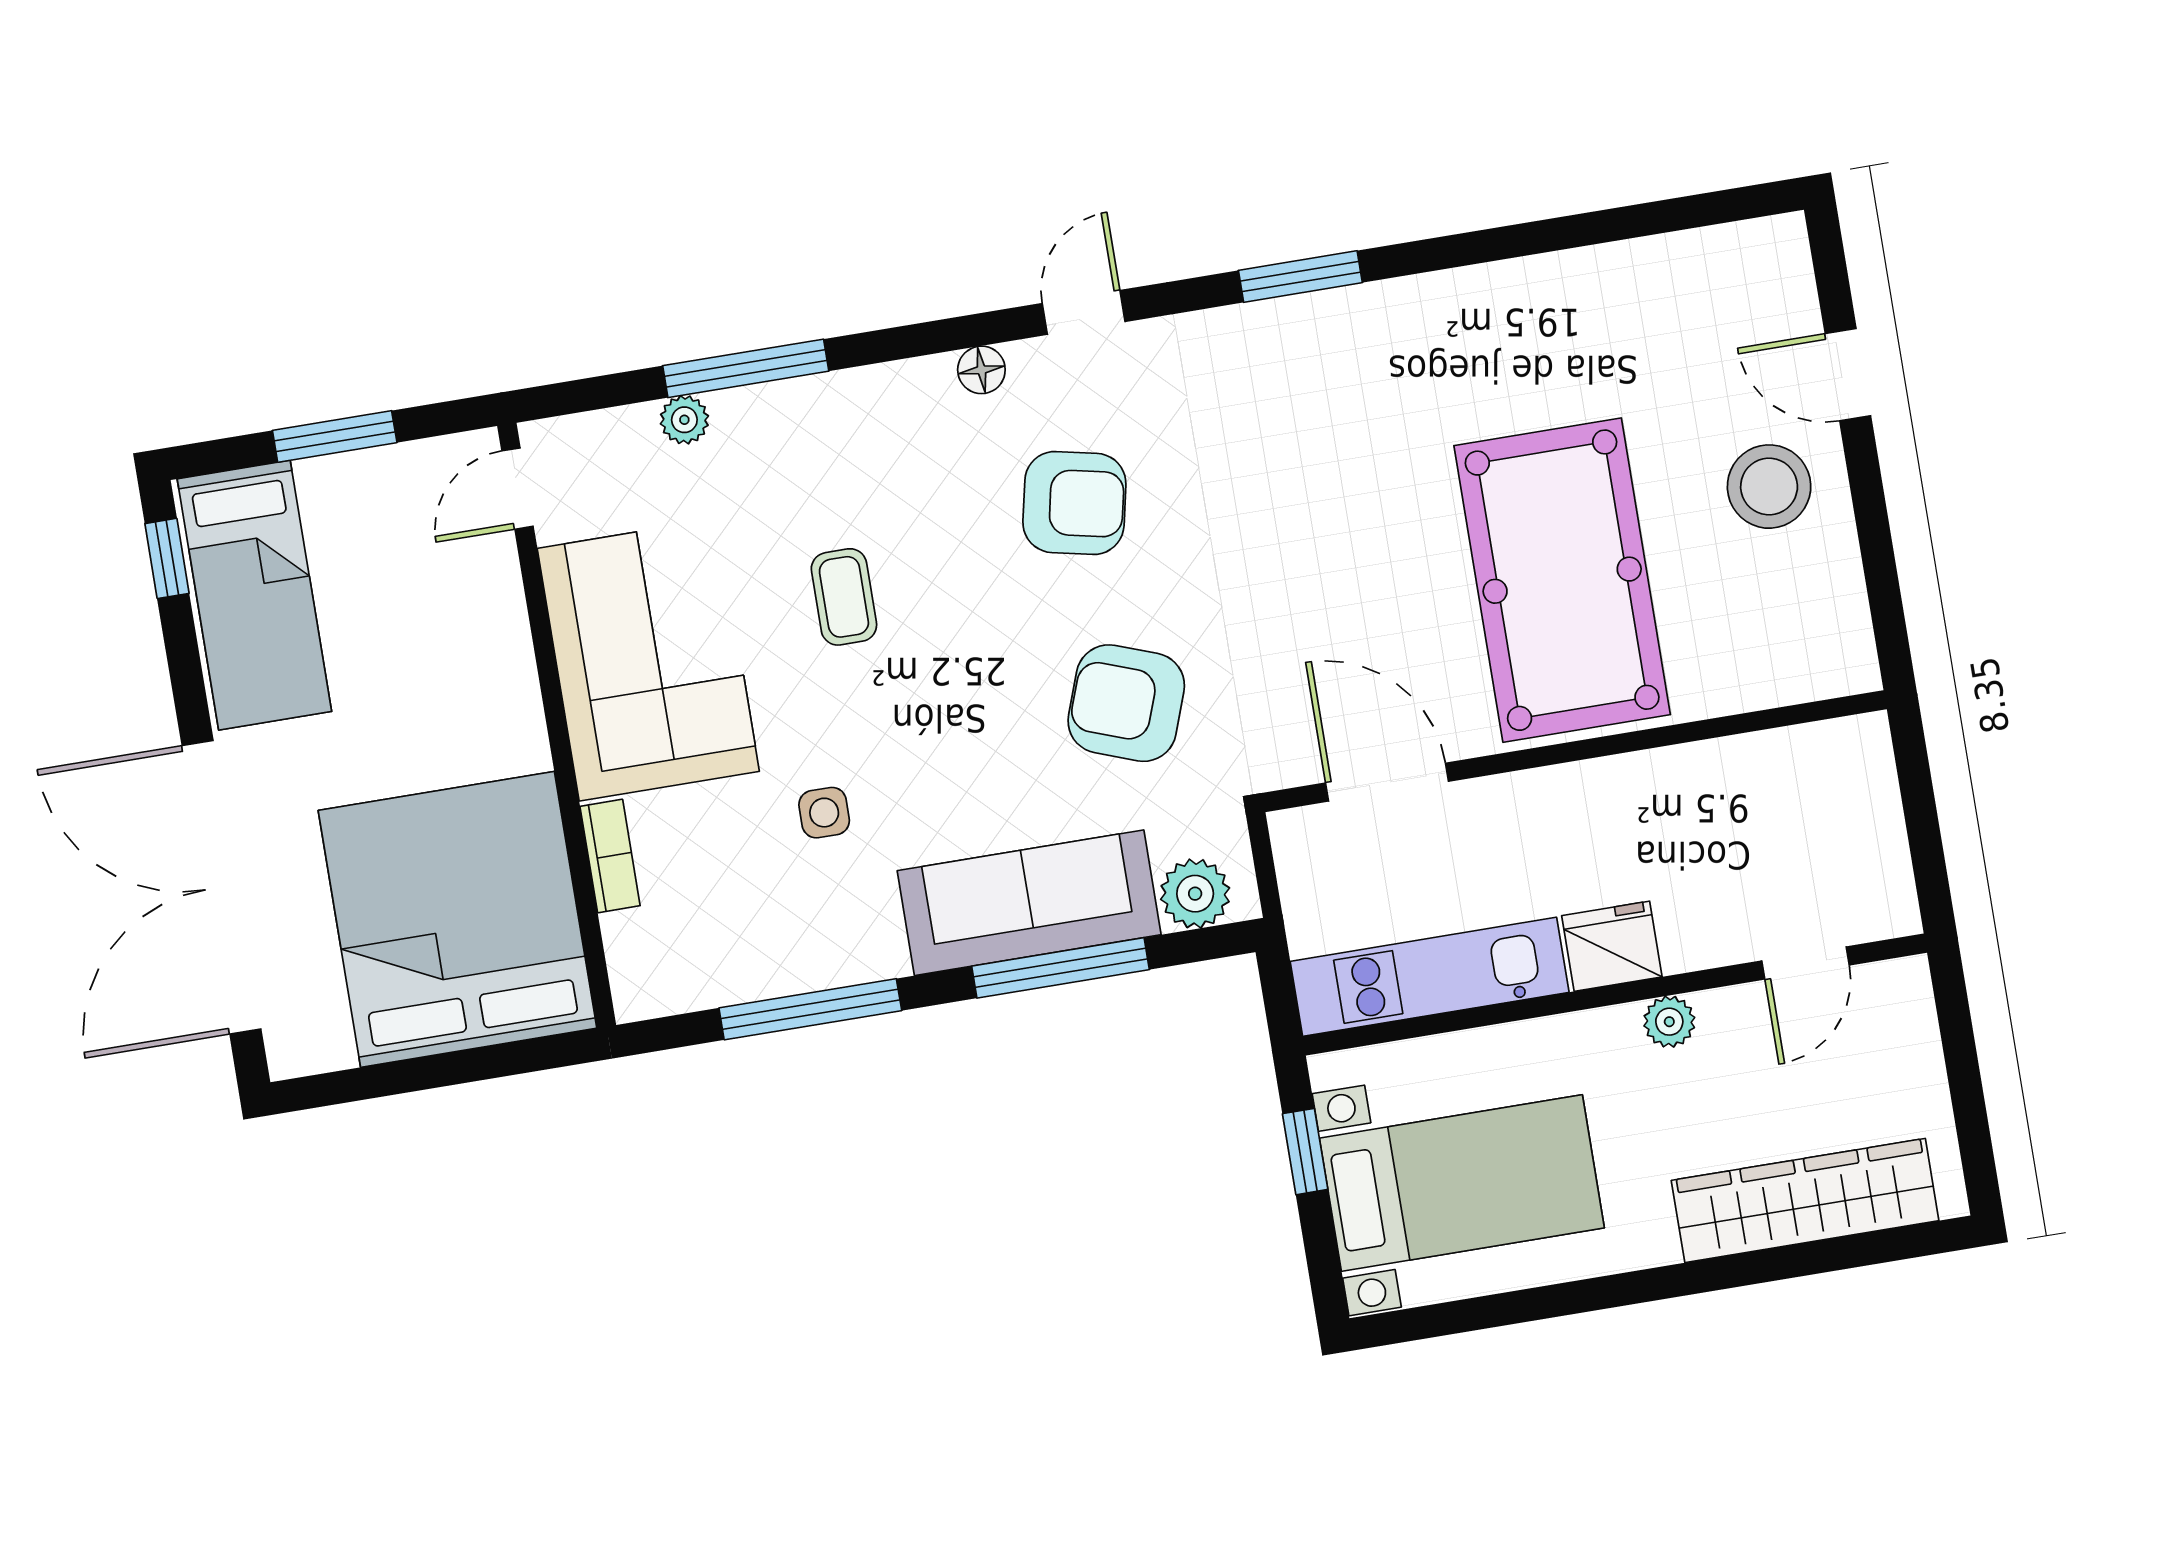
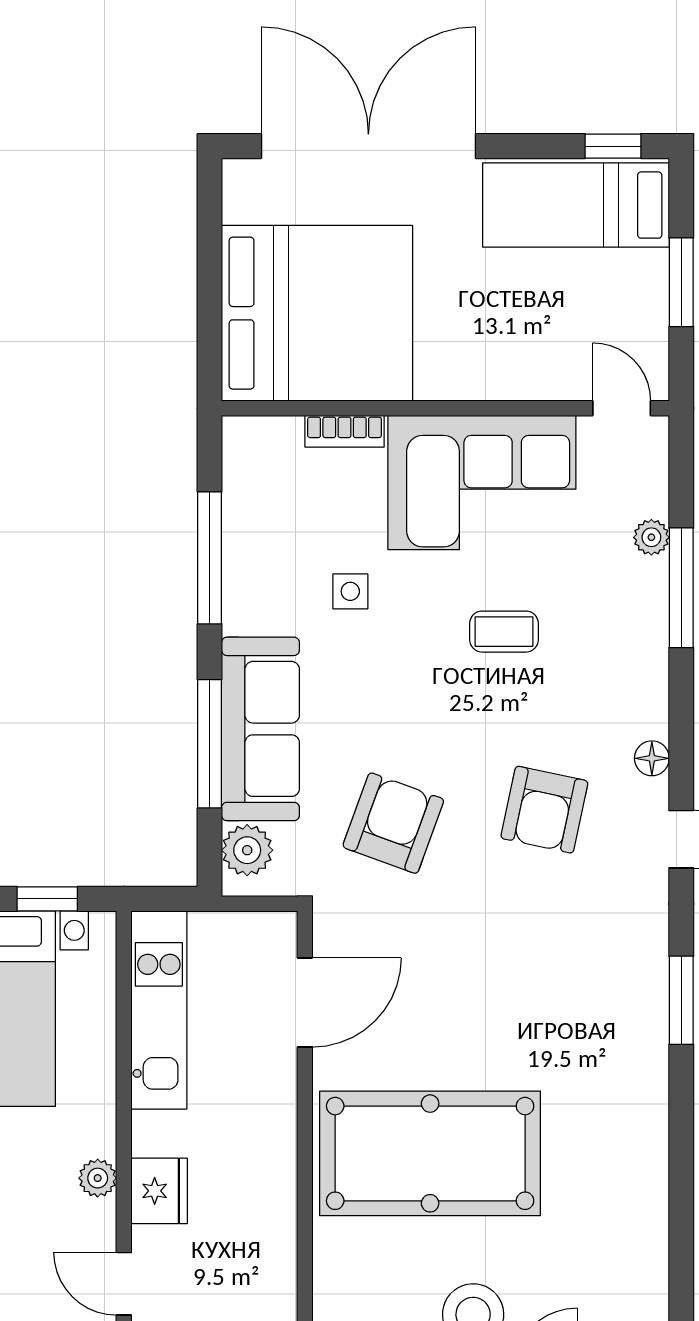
fridge: (1612, 946) -> (159, 1191), moved

